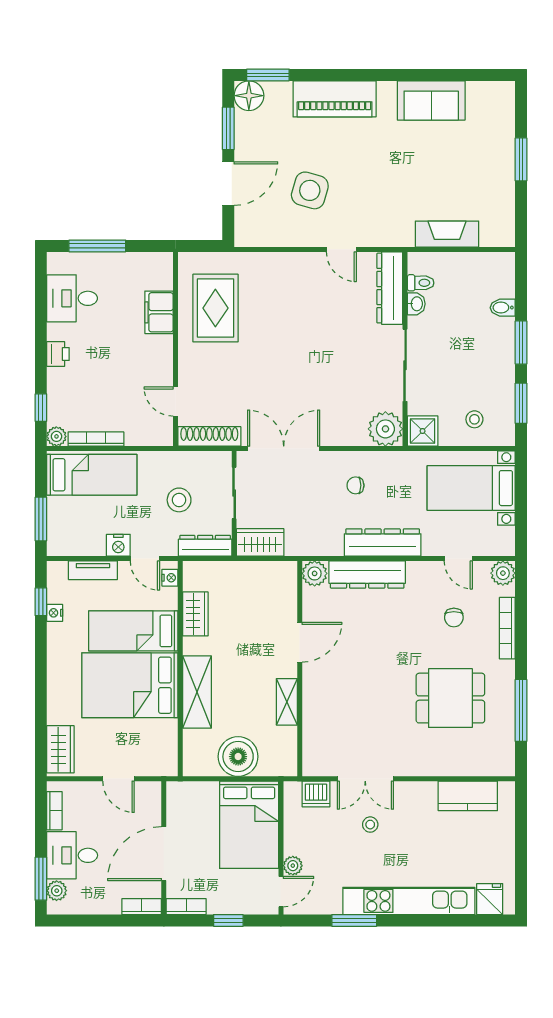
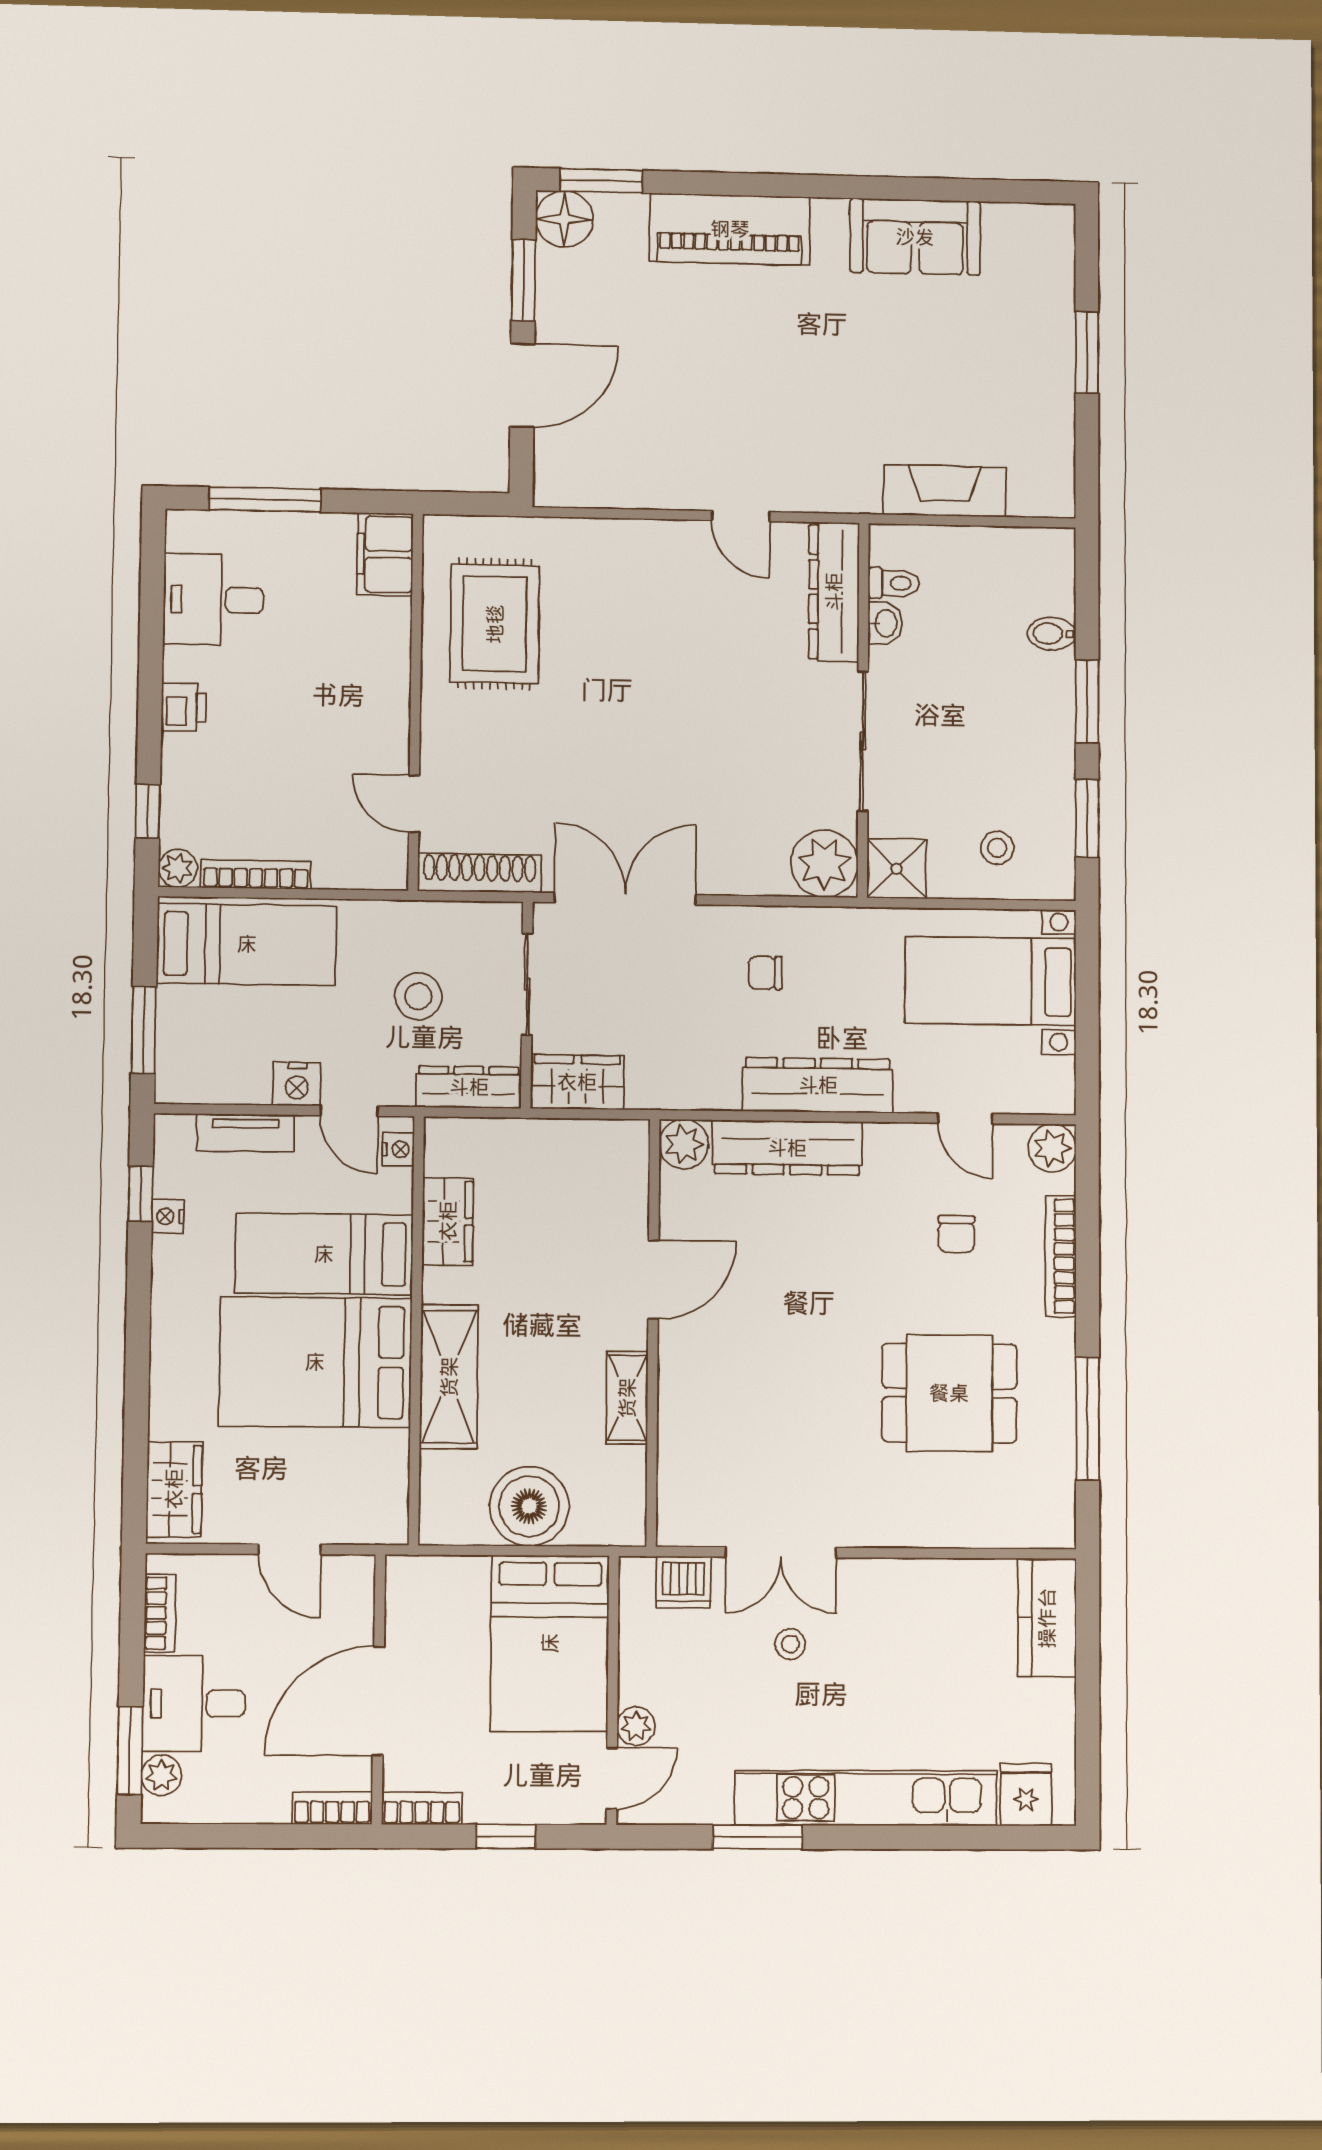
side table: (310, 190) -> (680, 402), removed
filing cabinet: (159, 312) -> (385, 554), moved
kitchen counter: (468, 796) -> (1047, 1618), moved, turned 90

